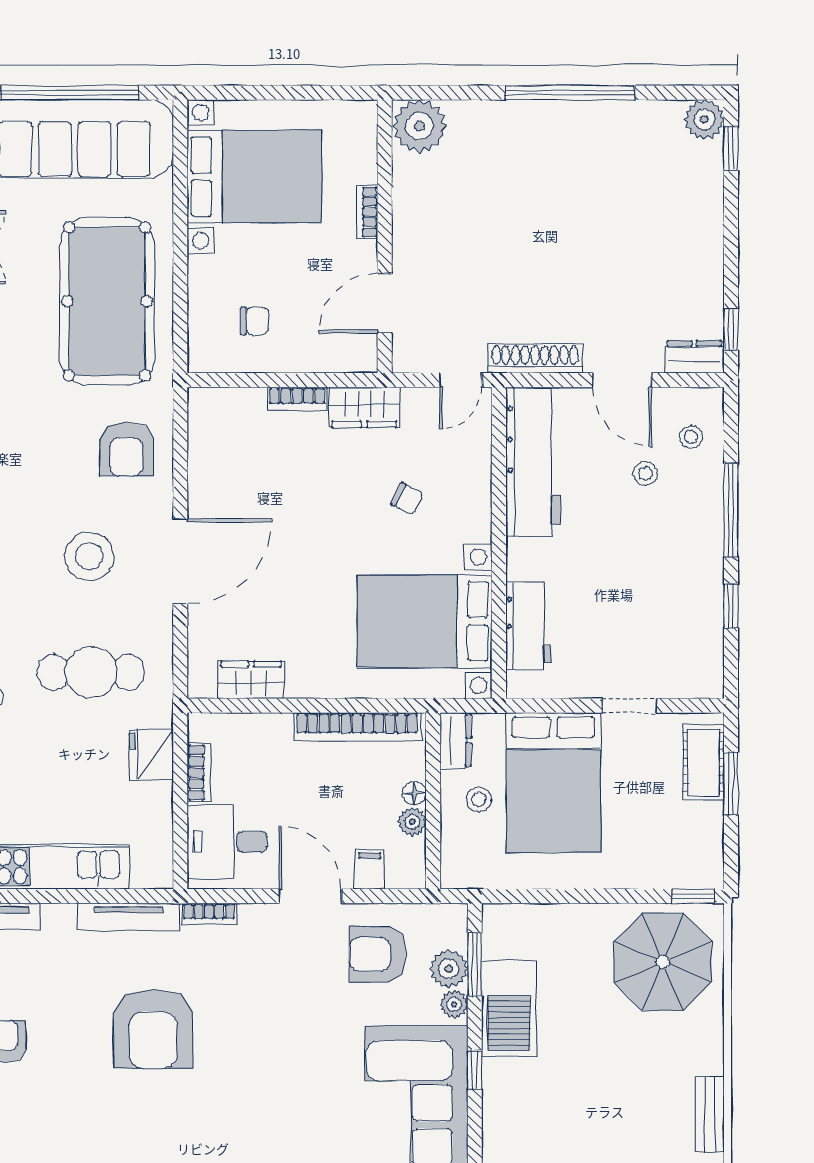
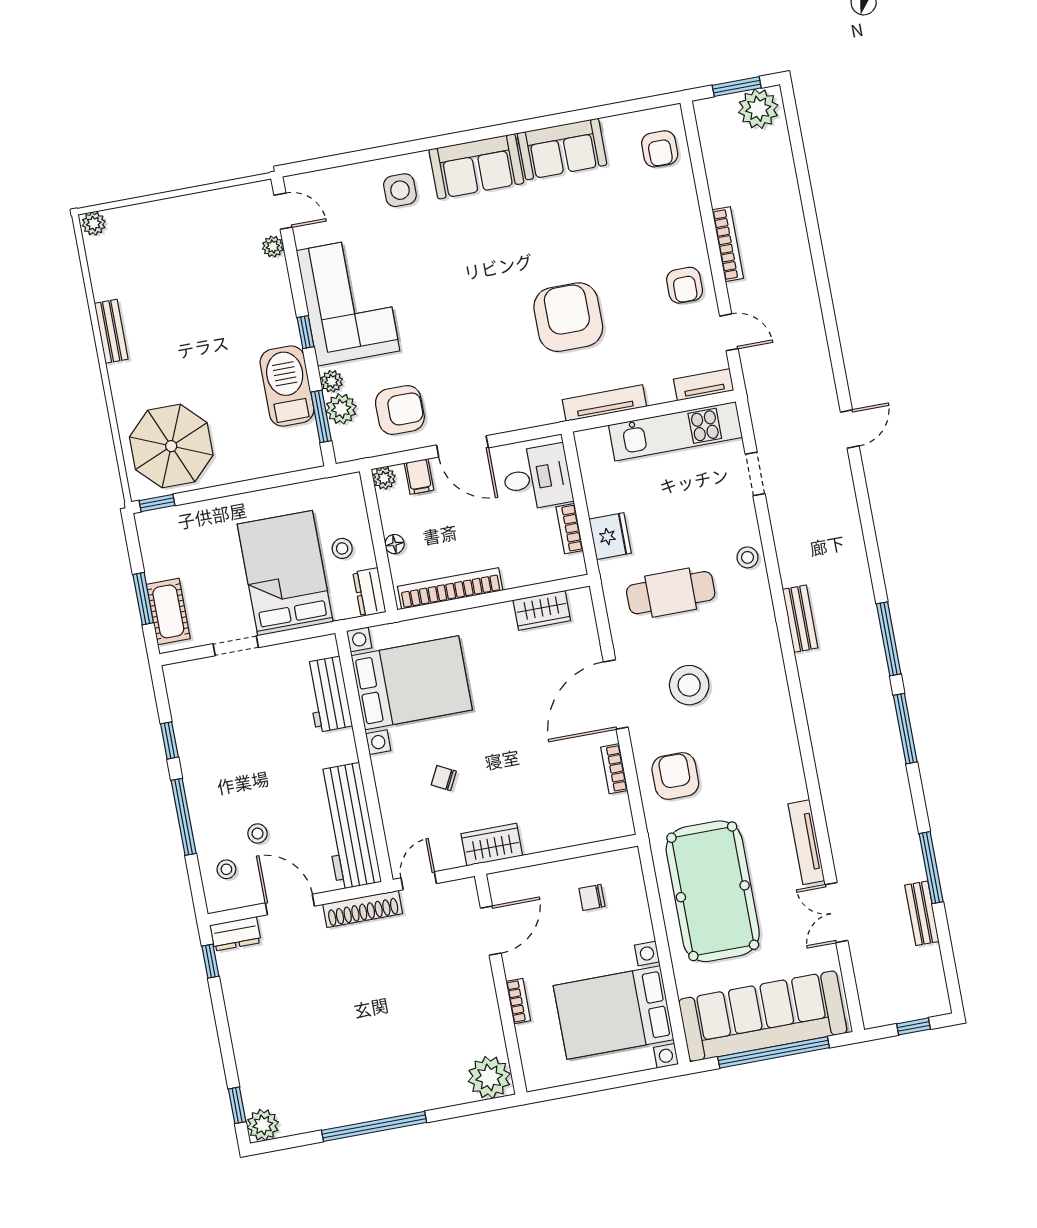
bookcase: (297, 399) -> (614, 769), moved, turned -90
plant: (412, 822) -> (384, 478), moved
bookcase: (209, 914) -> (541, 417), removed

